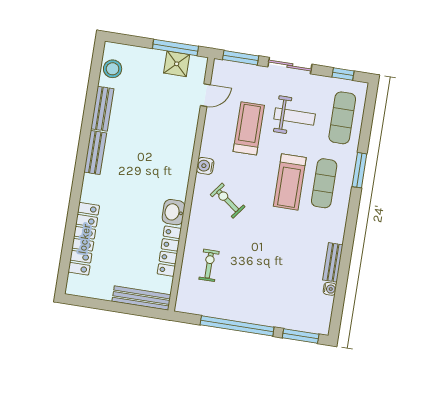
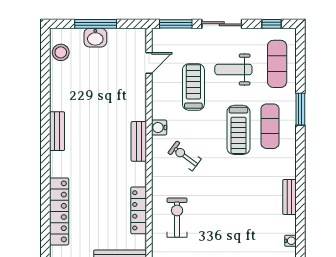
window: (175, 47) -> (96, 24), moved
shower: (177, 64) -> (118, 39), removed
bench: (102, 109) -> (139, 141), moved
weight bench: (295, 116) -> (233, 70), turned 180
washbasin: (173, 212) -> (95, 38), moved, turned -90
exercise bike: (209, 265) -> (177, 218), width x1.38, depth x1.39
water cooler: (330, 289) -> (290, 241), moved

